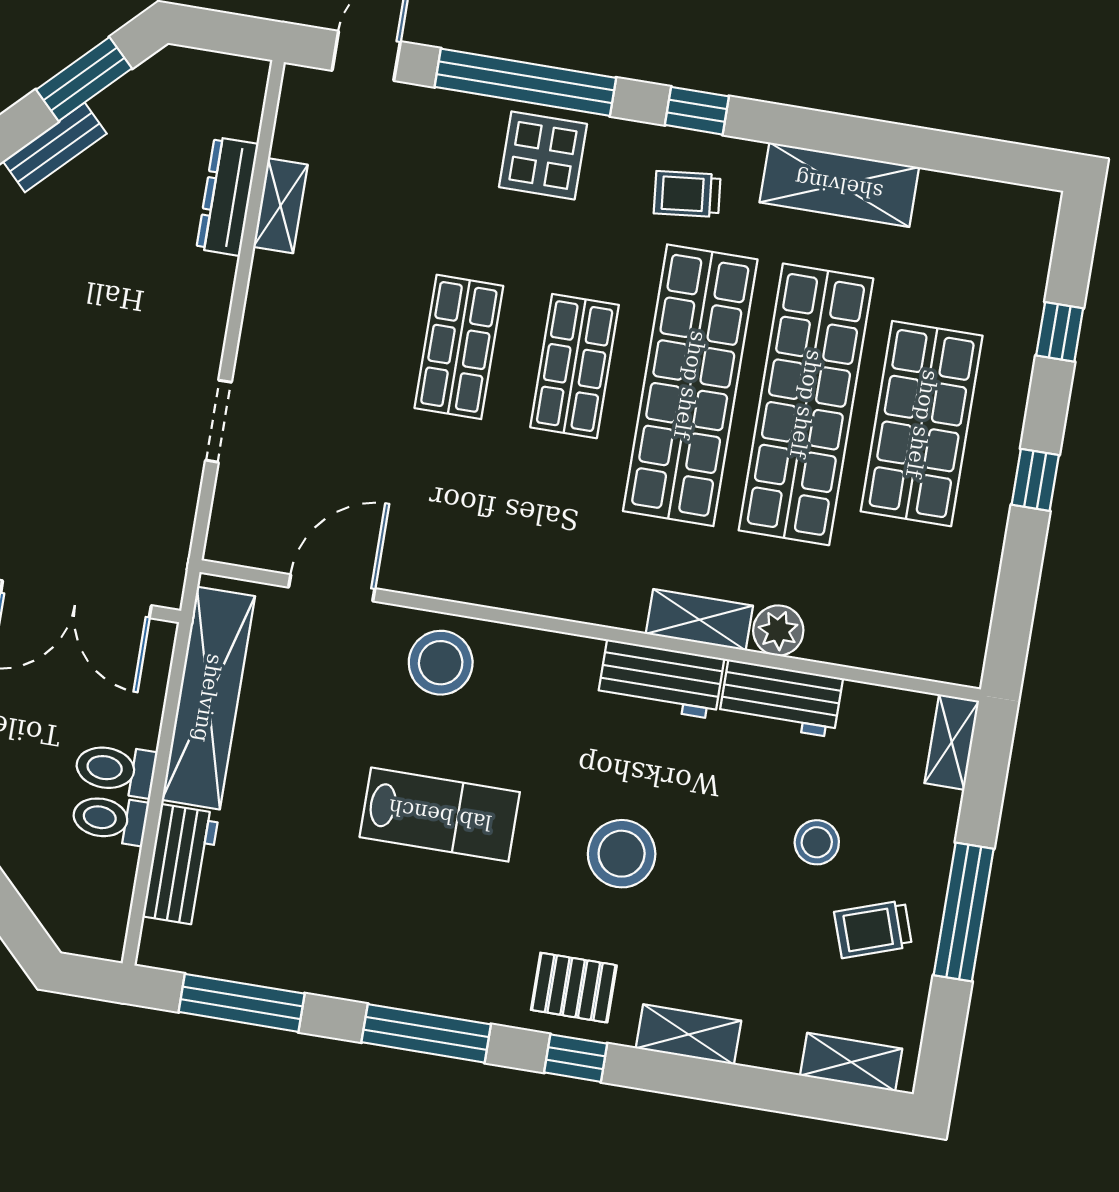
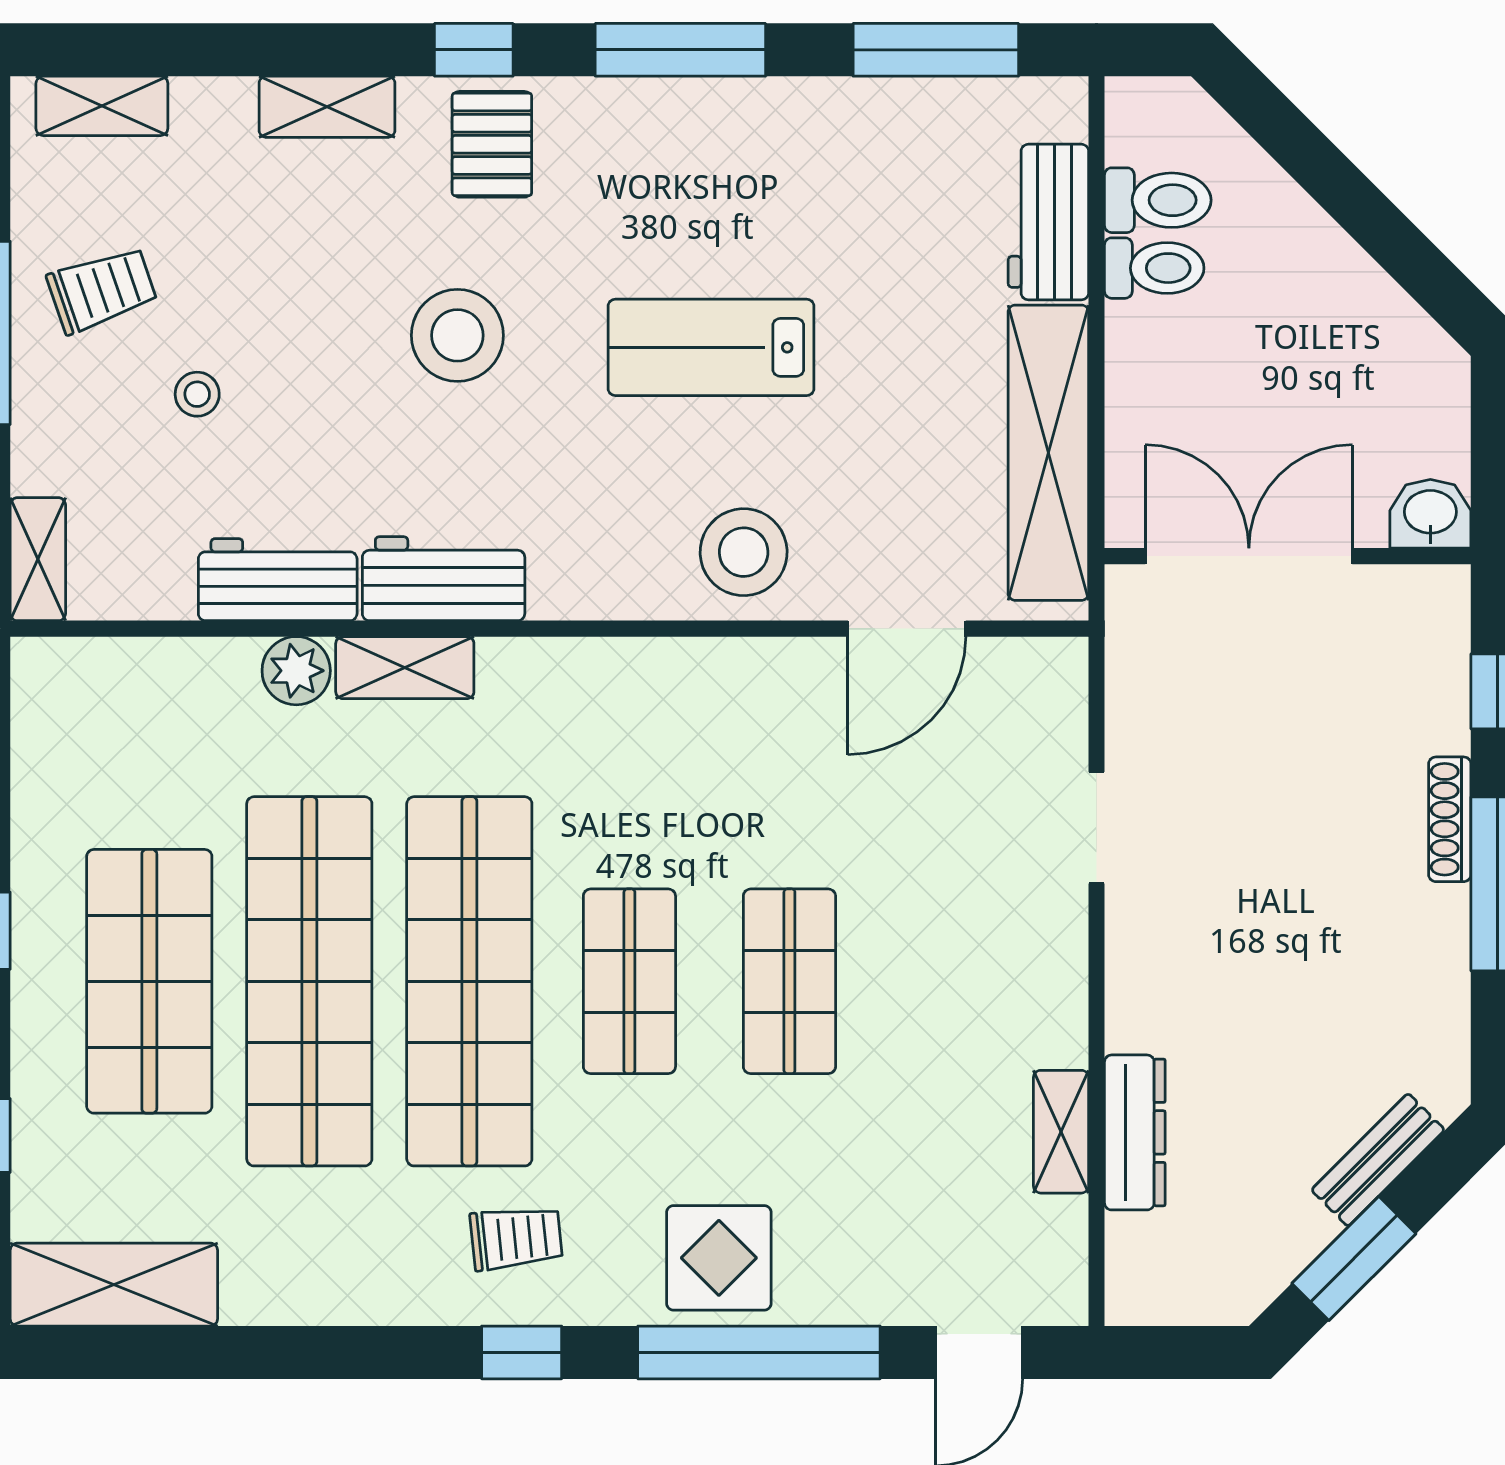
shelving: (839, 185) -> (114, 1285), moved
toilet: (115, 769) -> (1158, 200), moved
stool: (817, 842) -> (197, 394), width x0.73, depth x0.73
pallet: (574, 988) -> (492, 144), turned 90

